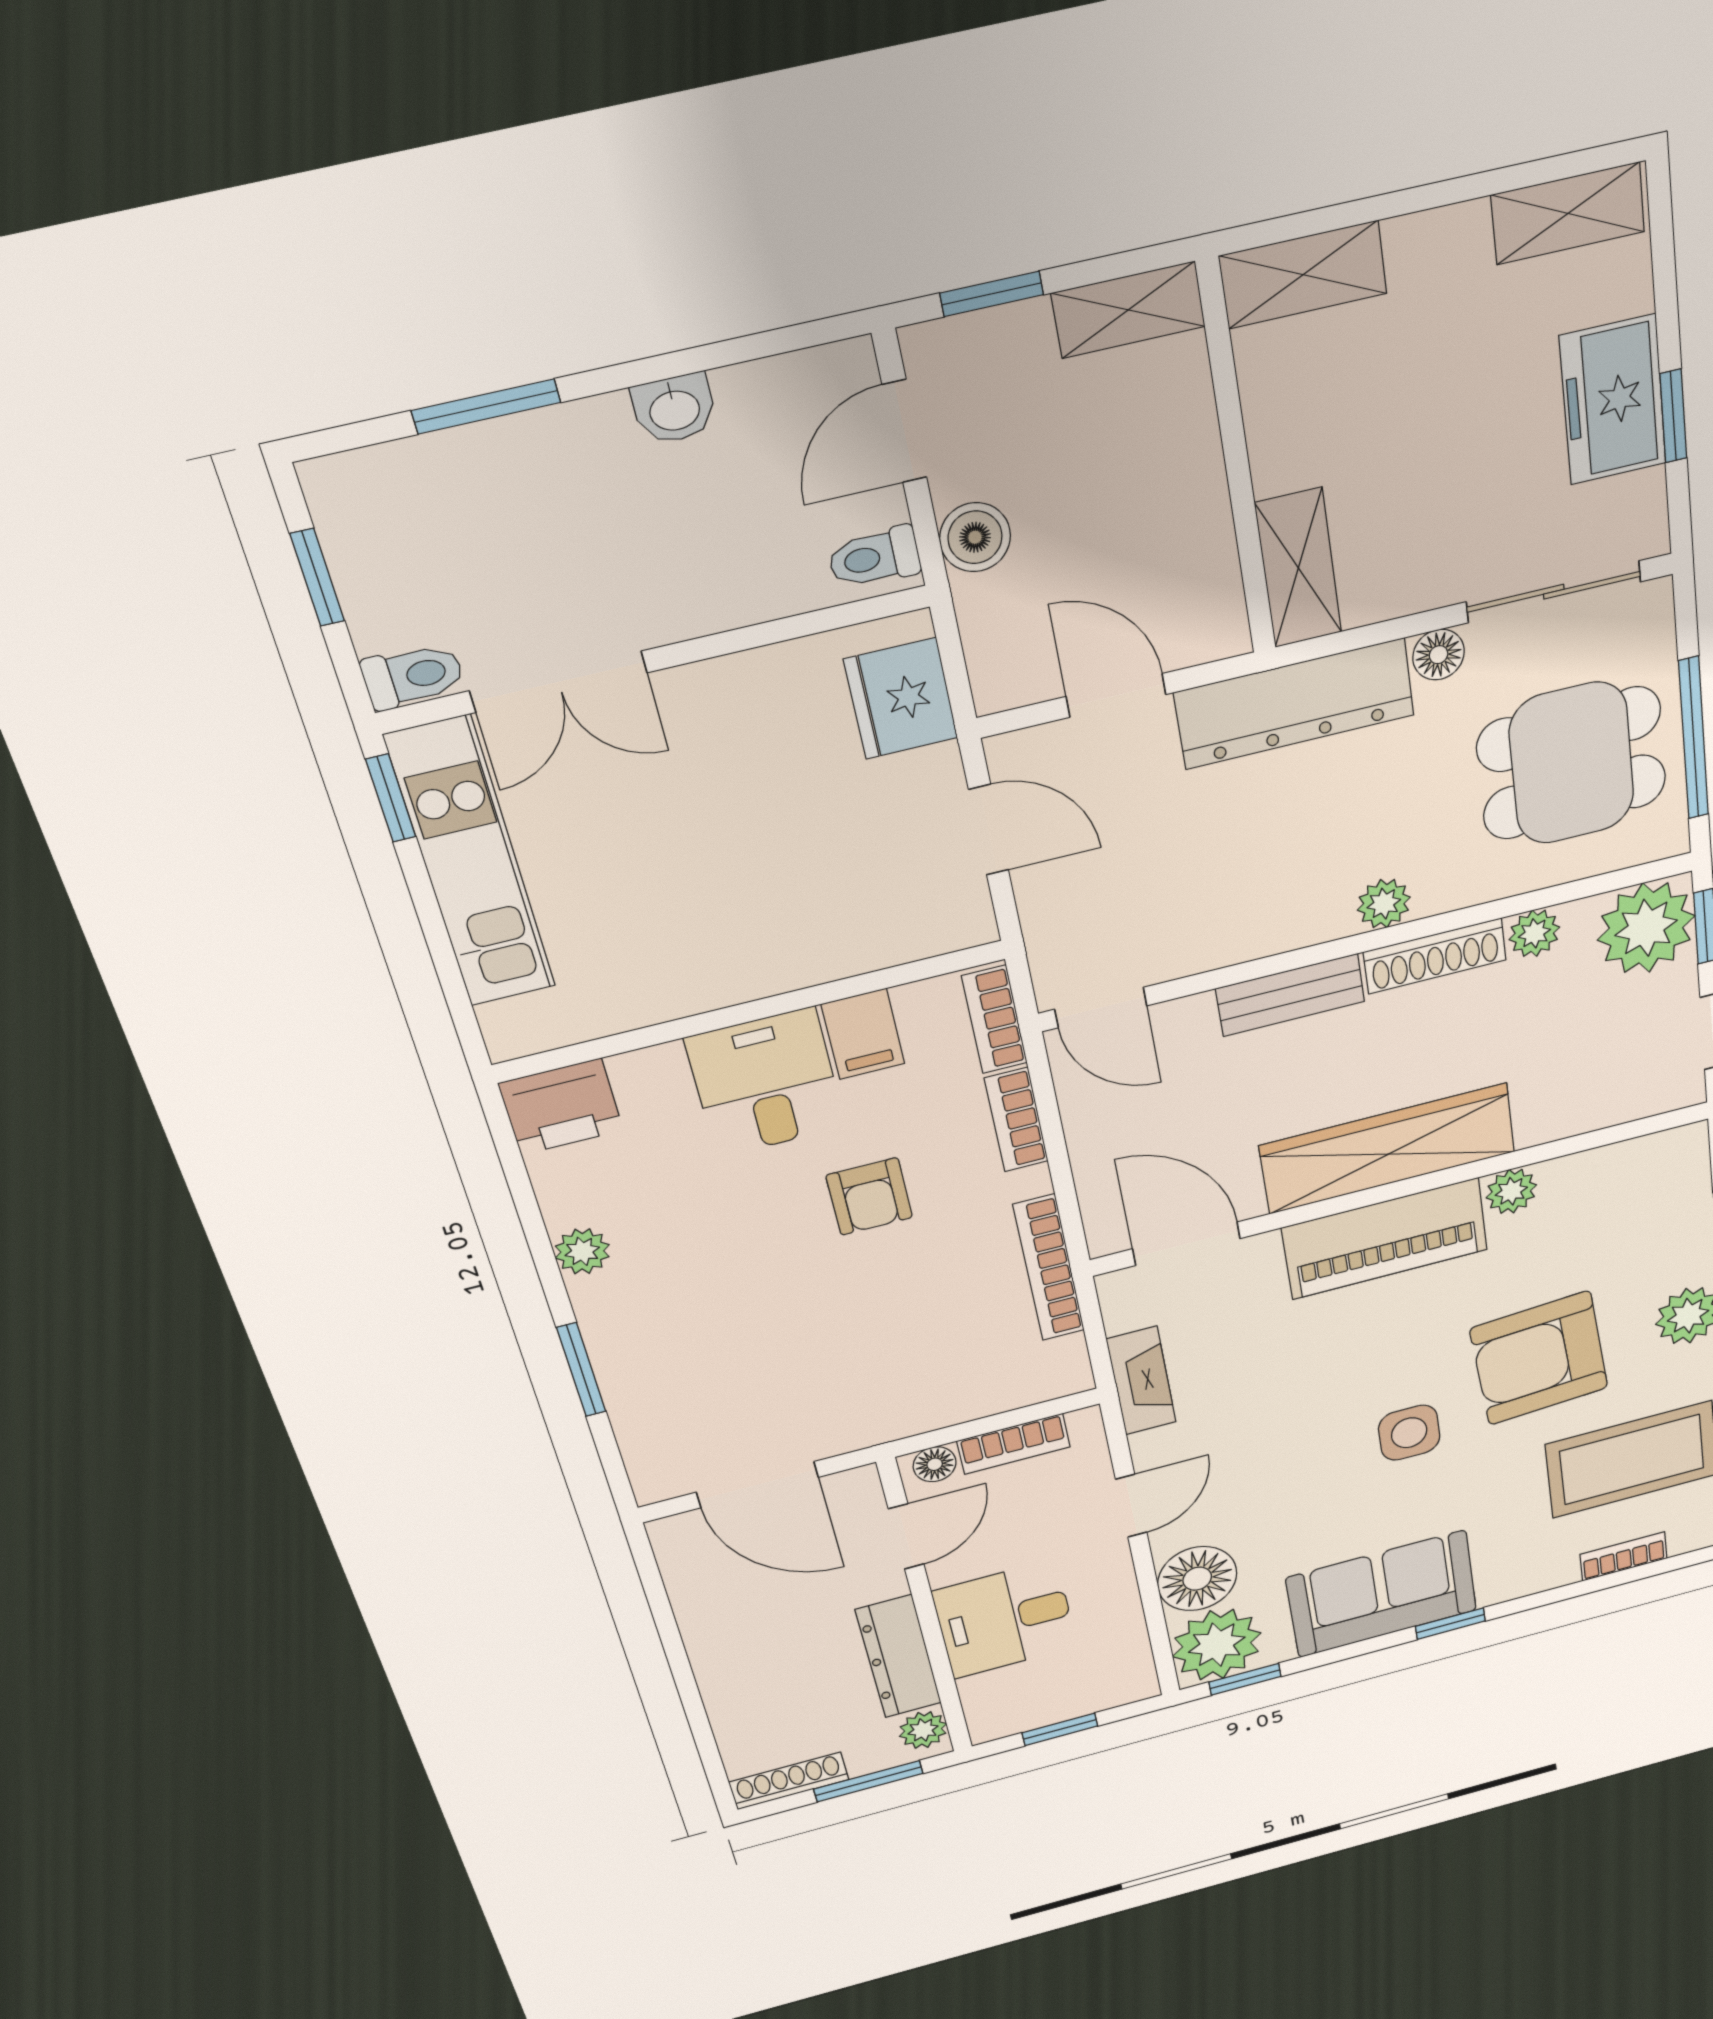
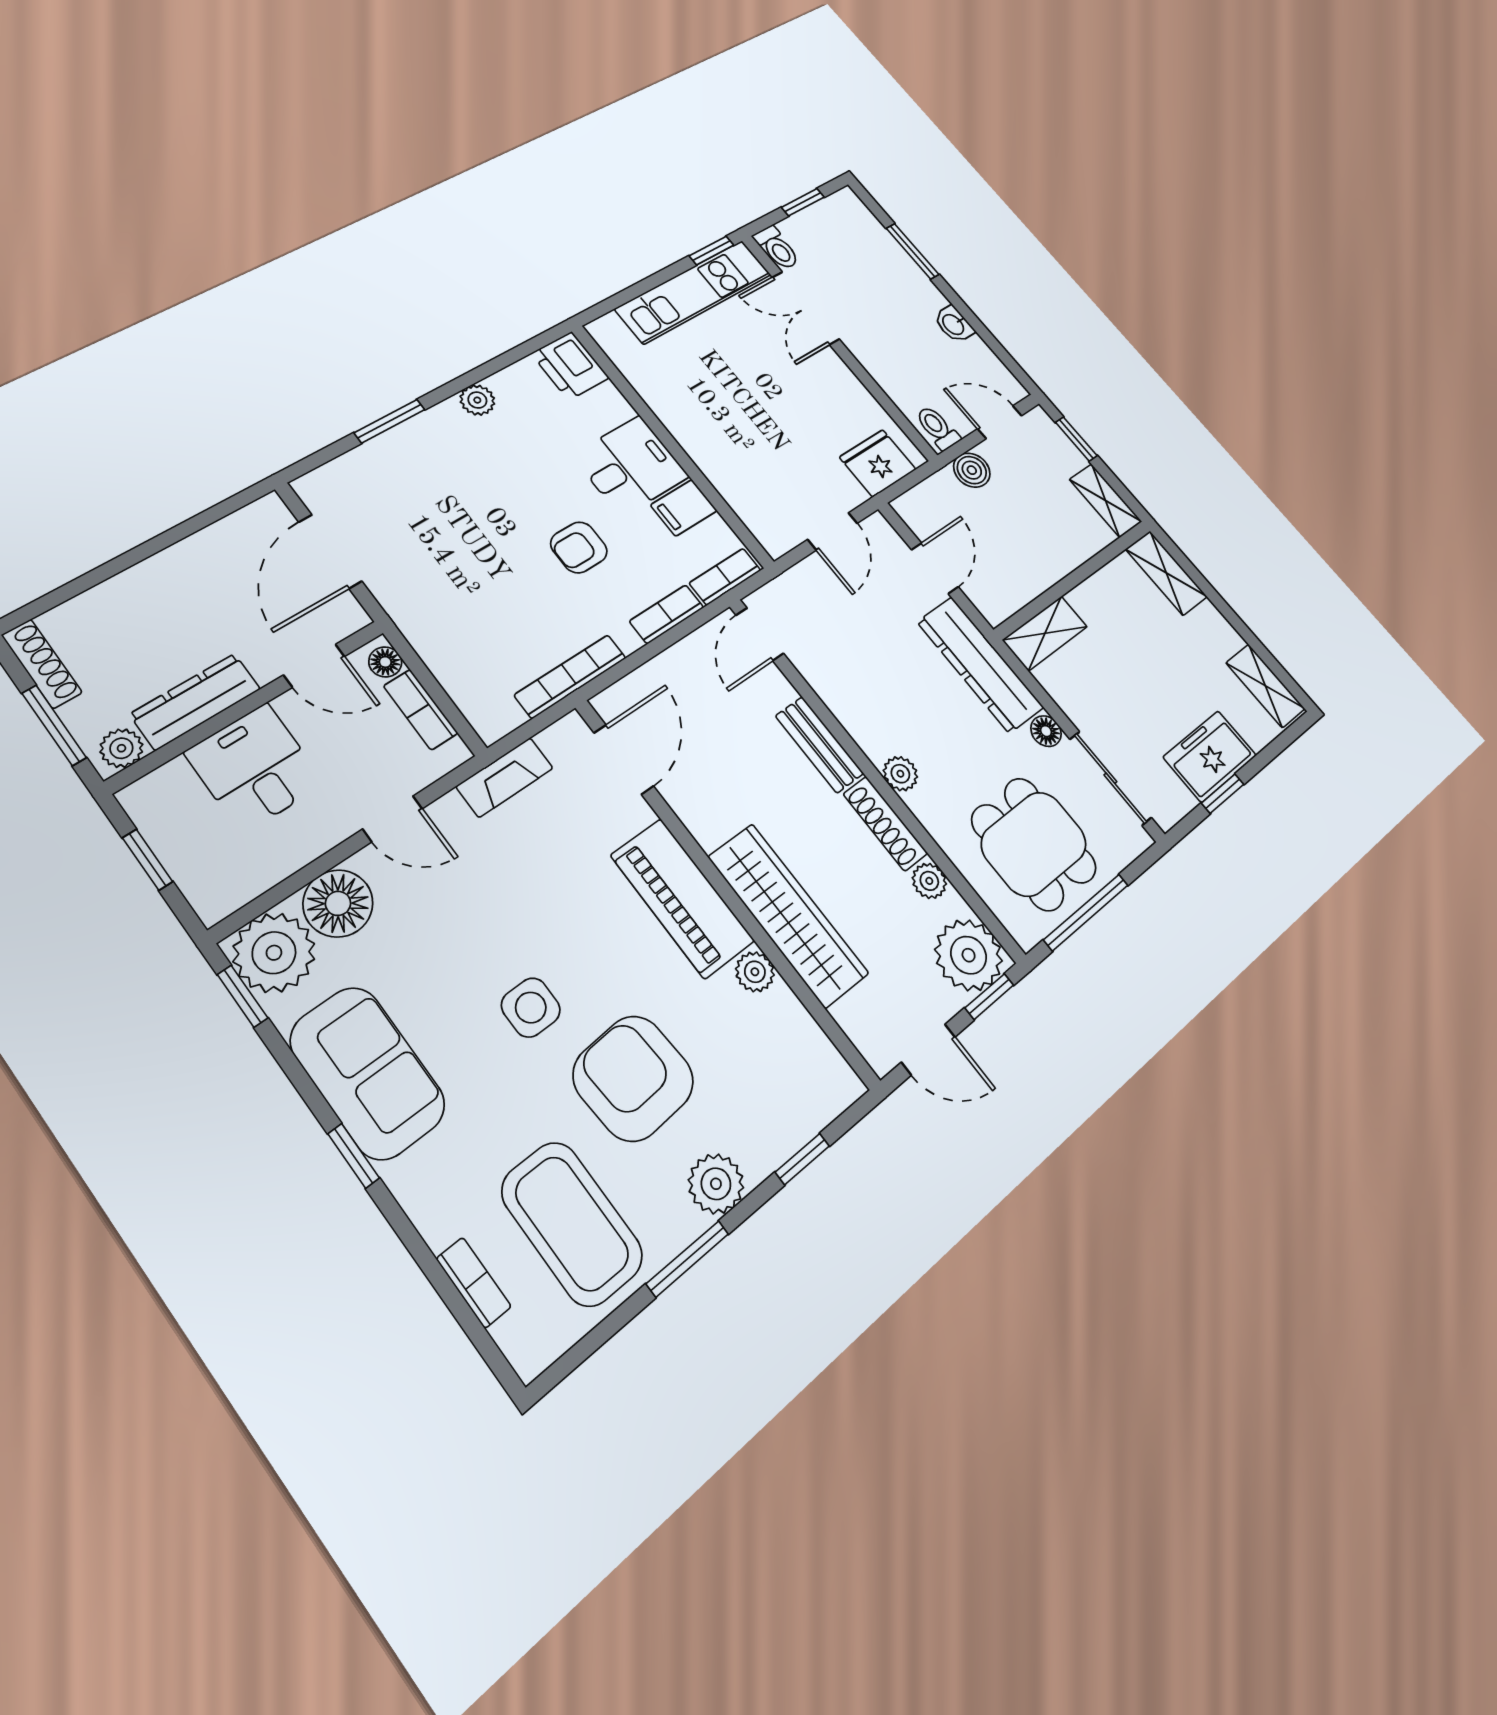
wardrobe: (1388, 1149) -> (788, 915), moved

